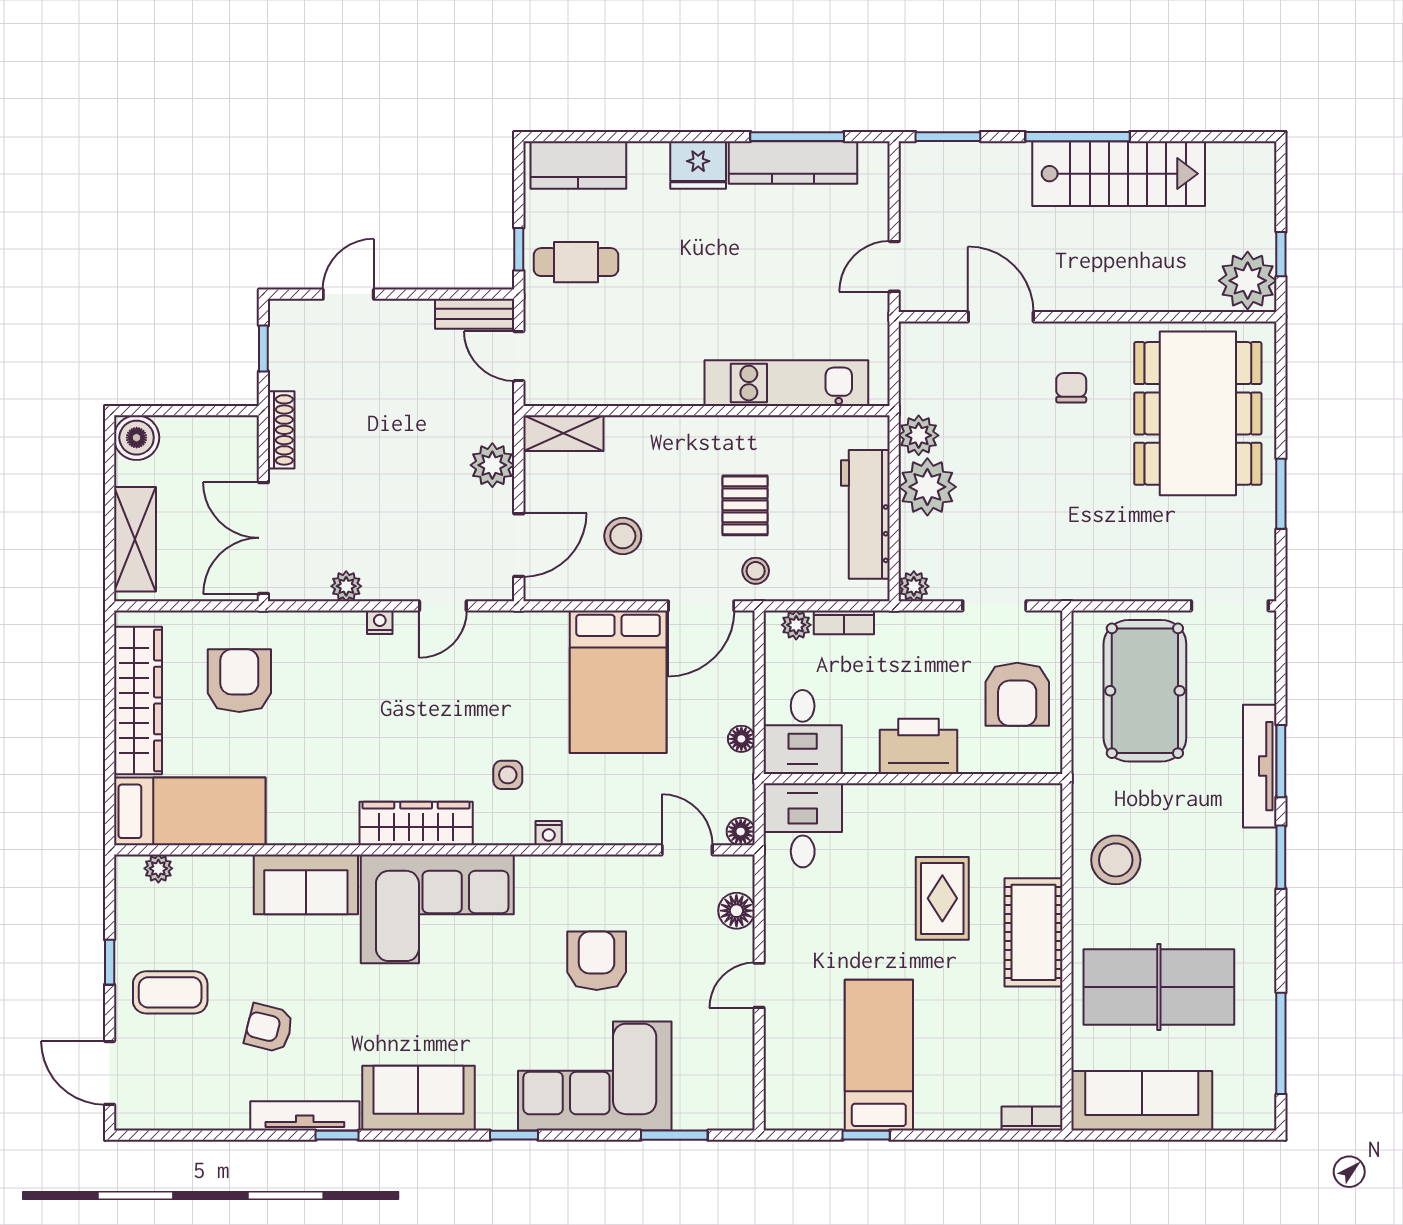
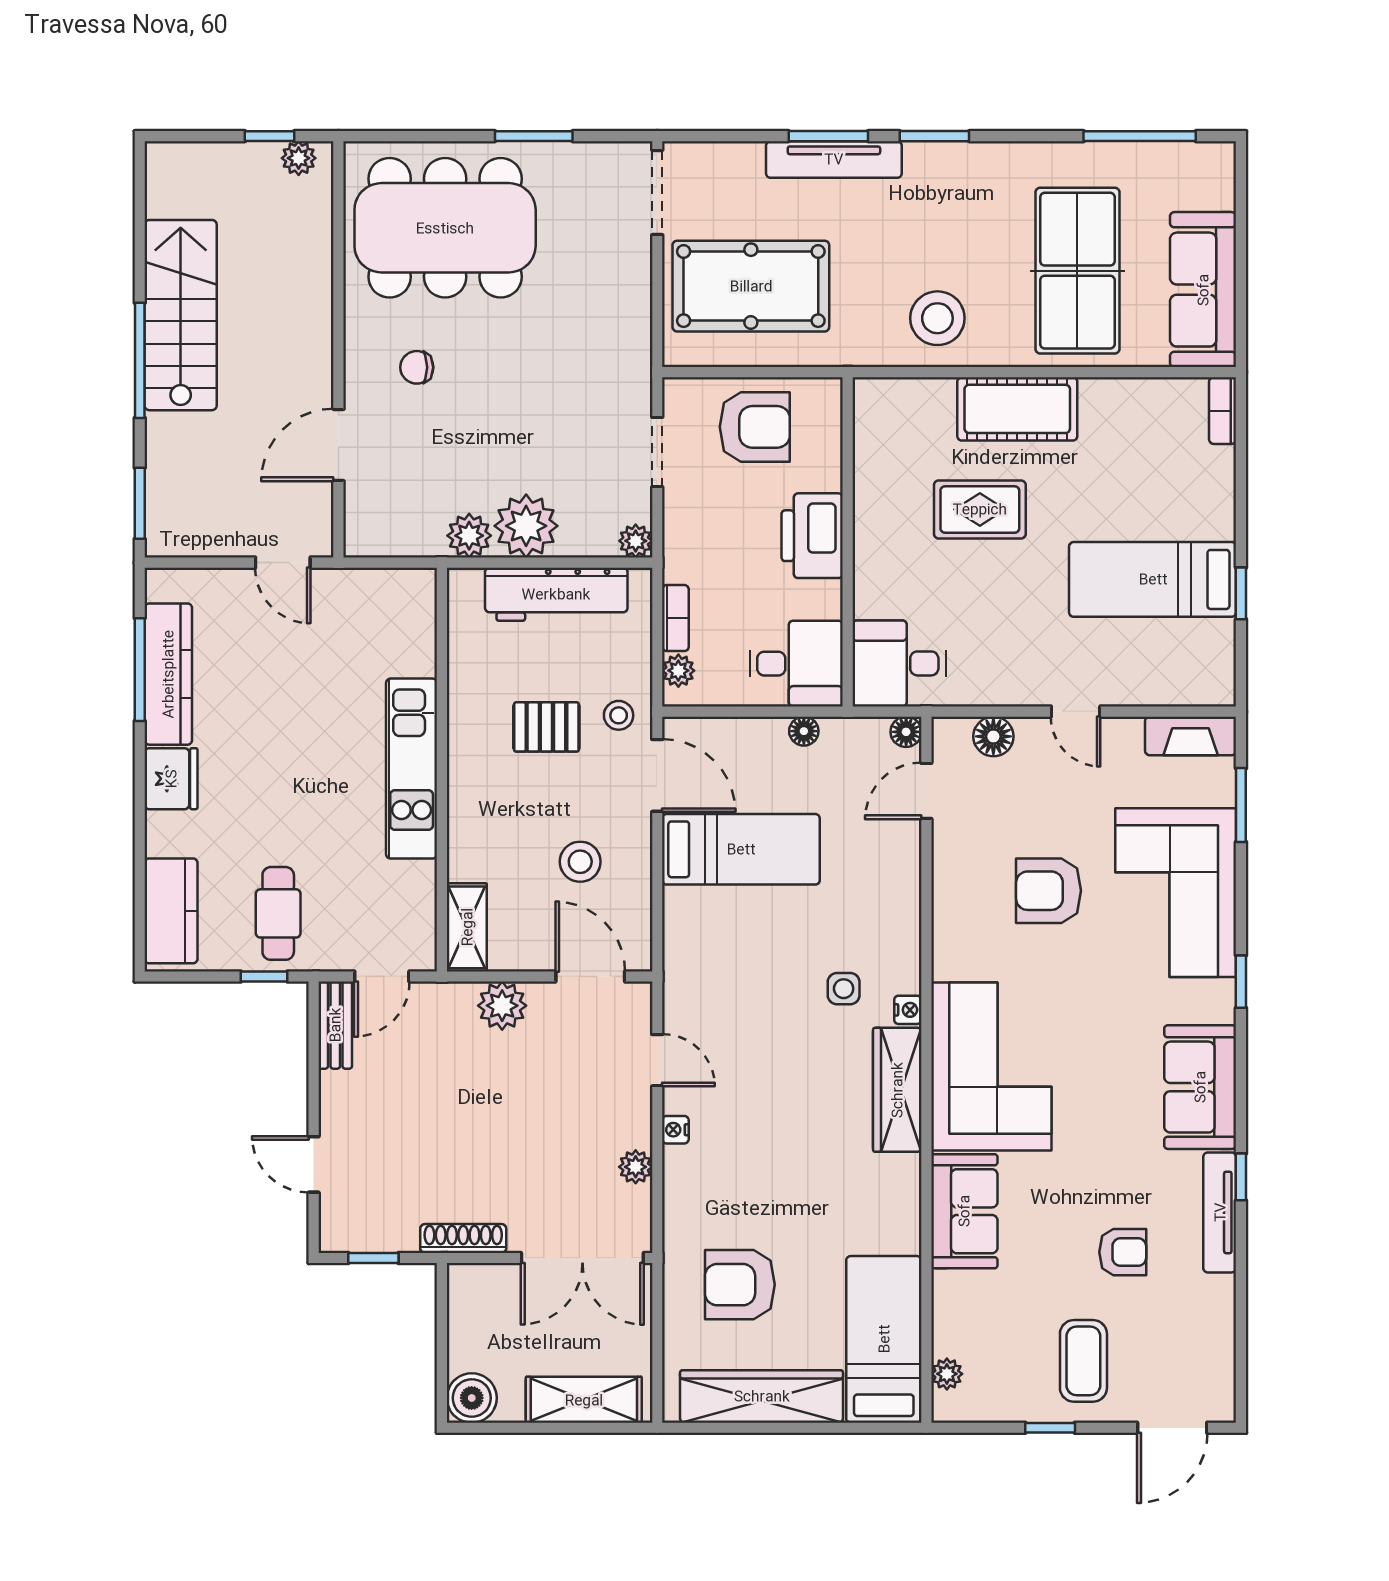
plant: (1248, 281) -> (299, 158), width x0.53, depth x0.53
kitchen unit: (786, 383) -> (412, 769), moved
bed: (618, 682) -> (741, 849), width x0.67
nightstand: (549, 833) -> (908, 1010), moved
armchair: (269, 1028) -> (1123, 1252), turned -104
fireplace: (737, 1090) -> (1191, 736), added

